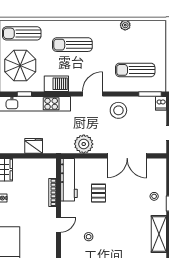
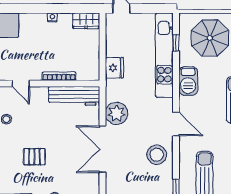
fridge: (34, 146) -> (114, 68), moved
double door: (127, 156) -> (103, 149), moved
pallet: (98, 193) -> (34, 157), moved

